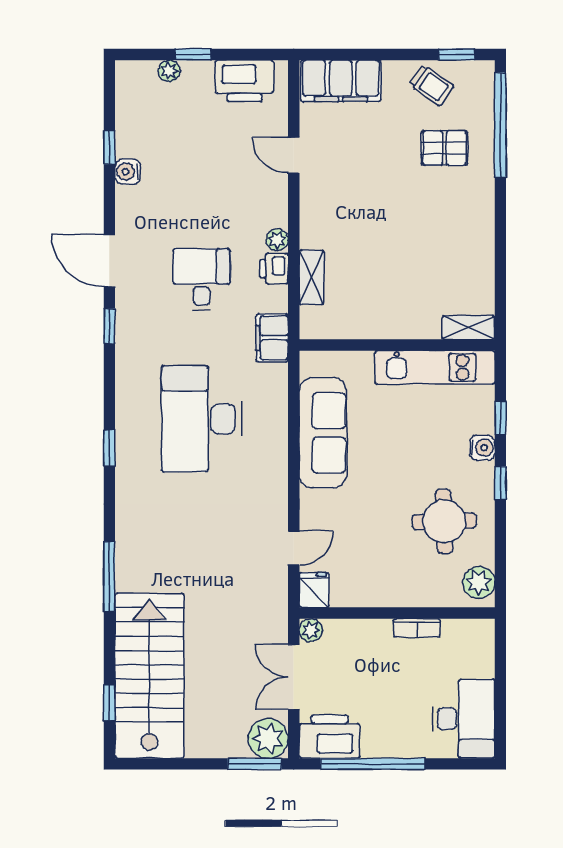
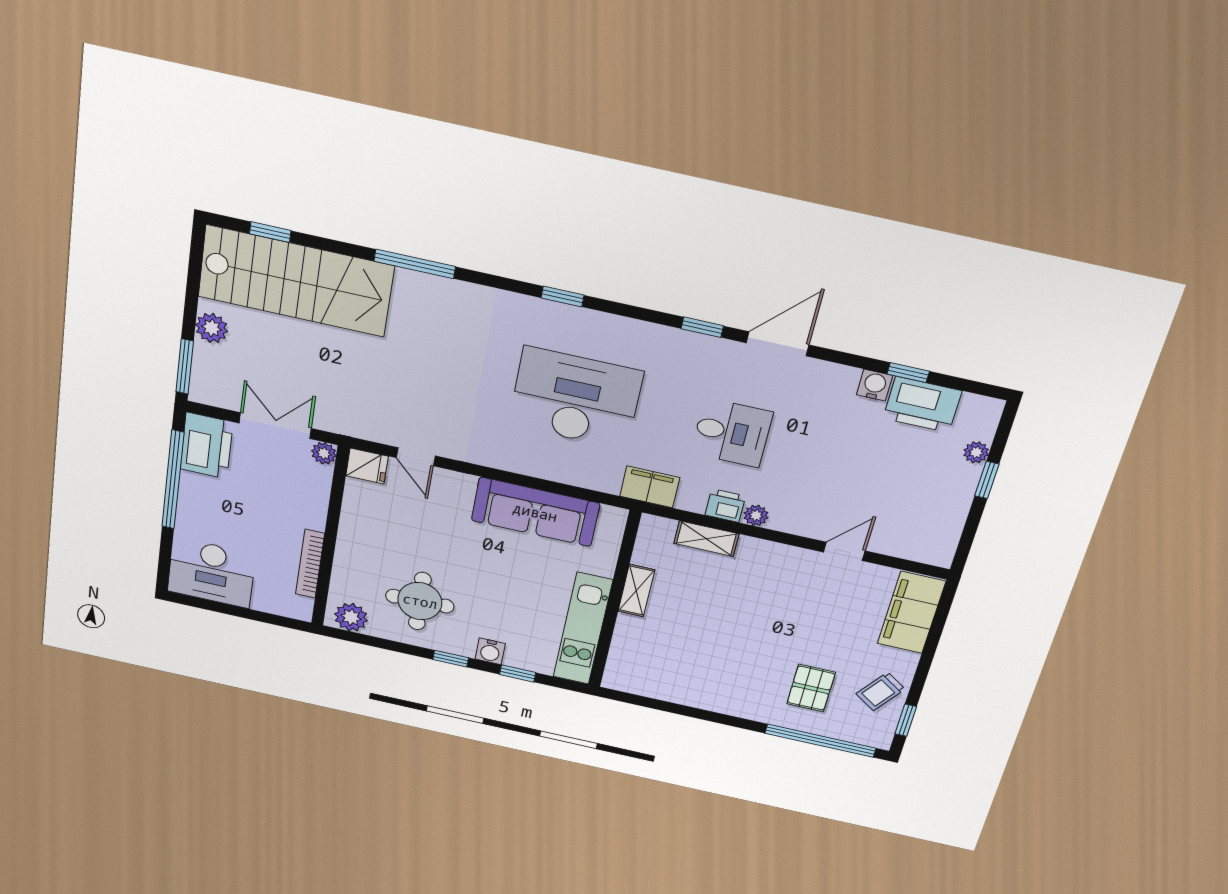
printer: (244, 81) -> (922, 405), moved, turned -90
shelving: (468, 328) -> (636, 591), moved
bookcase: (417, 628) -> (310, 564), width x1.56
plant: (268, 738) -> (212, 328), moved, width x0.73, depth x0.73

